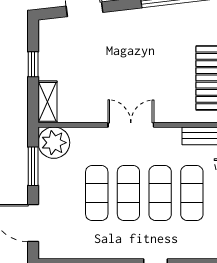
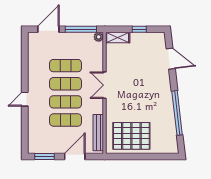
double door: (131, 125) -> (105, 85), swing flipped
plant: (54, 143) -> (99, 37), width x0.53, depth x0.53
window: (33, 166) -> (81, 29), width x1.44

